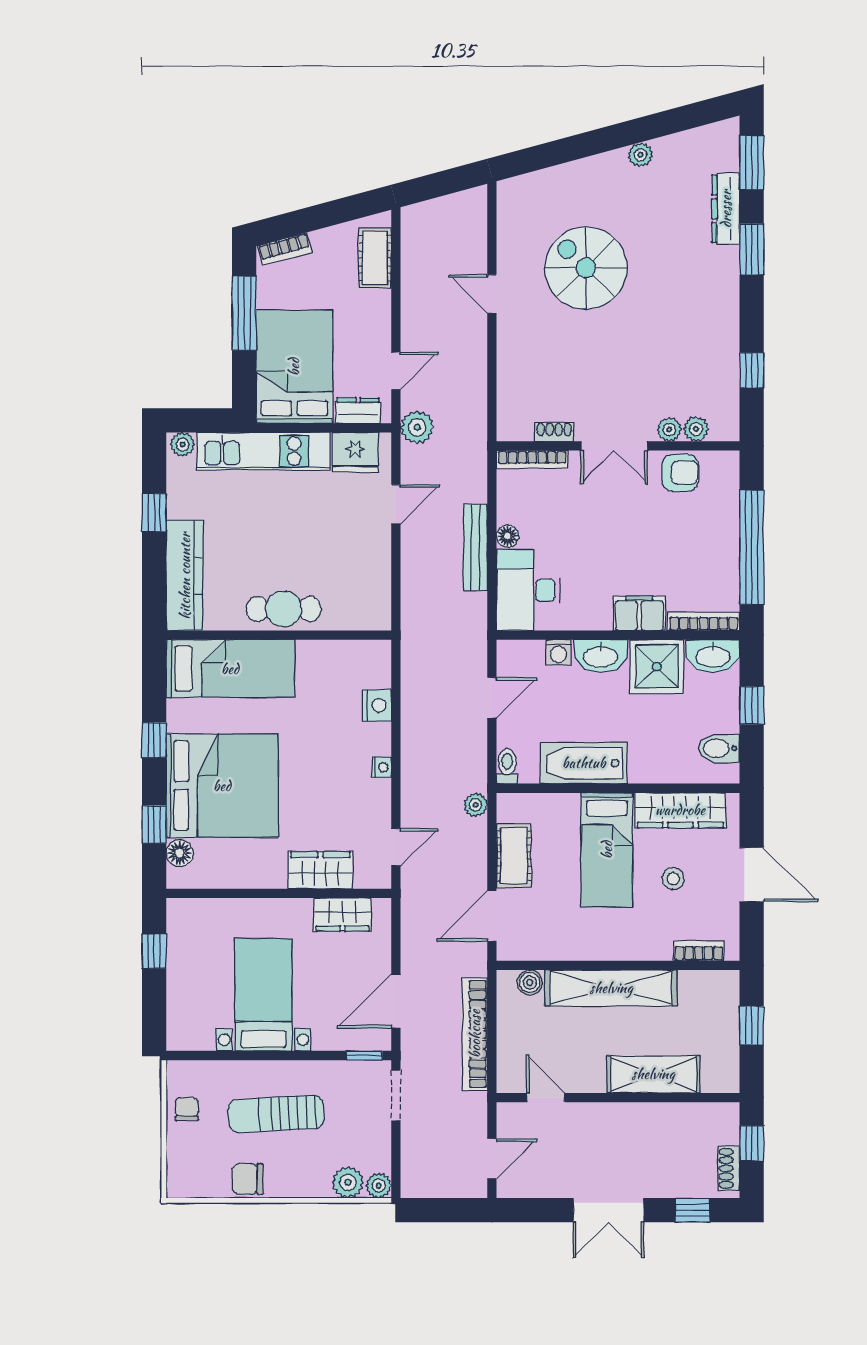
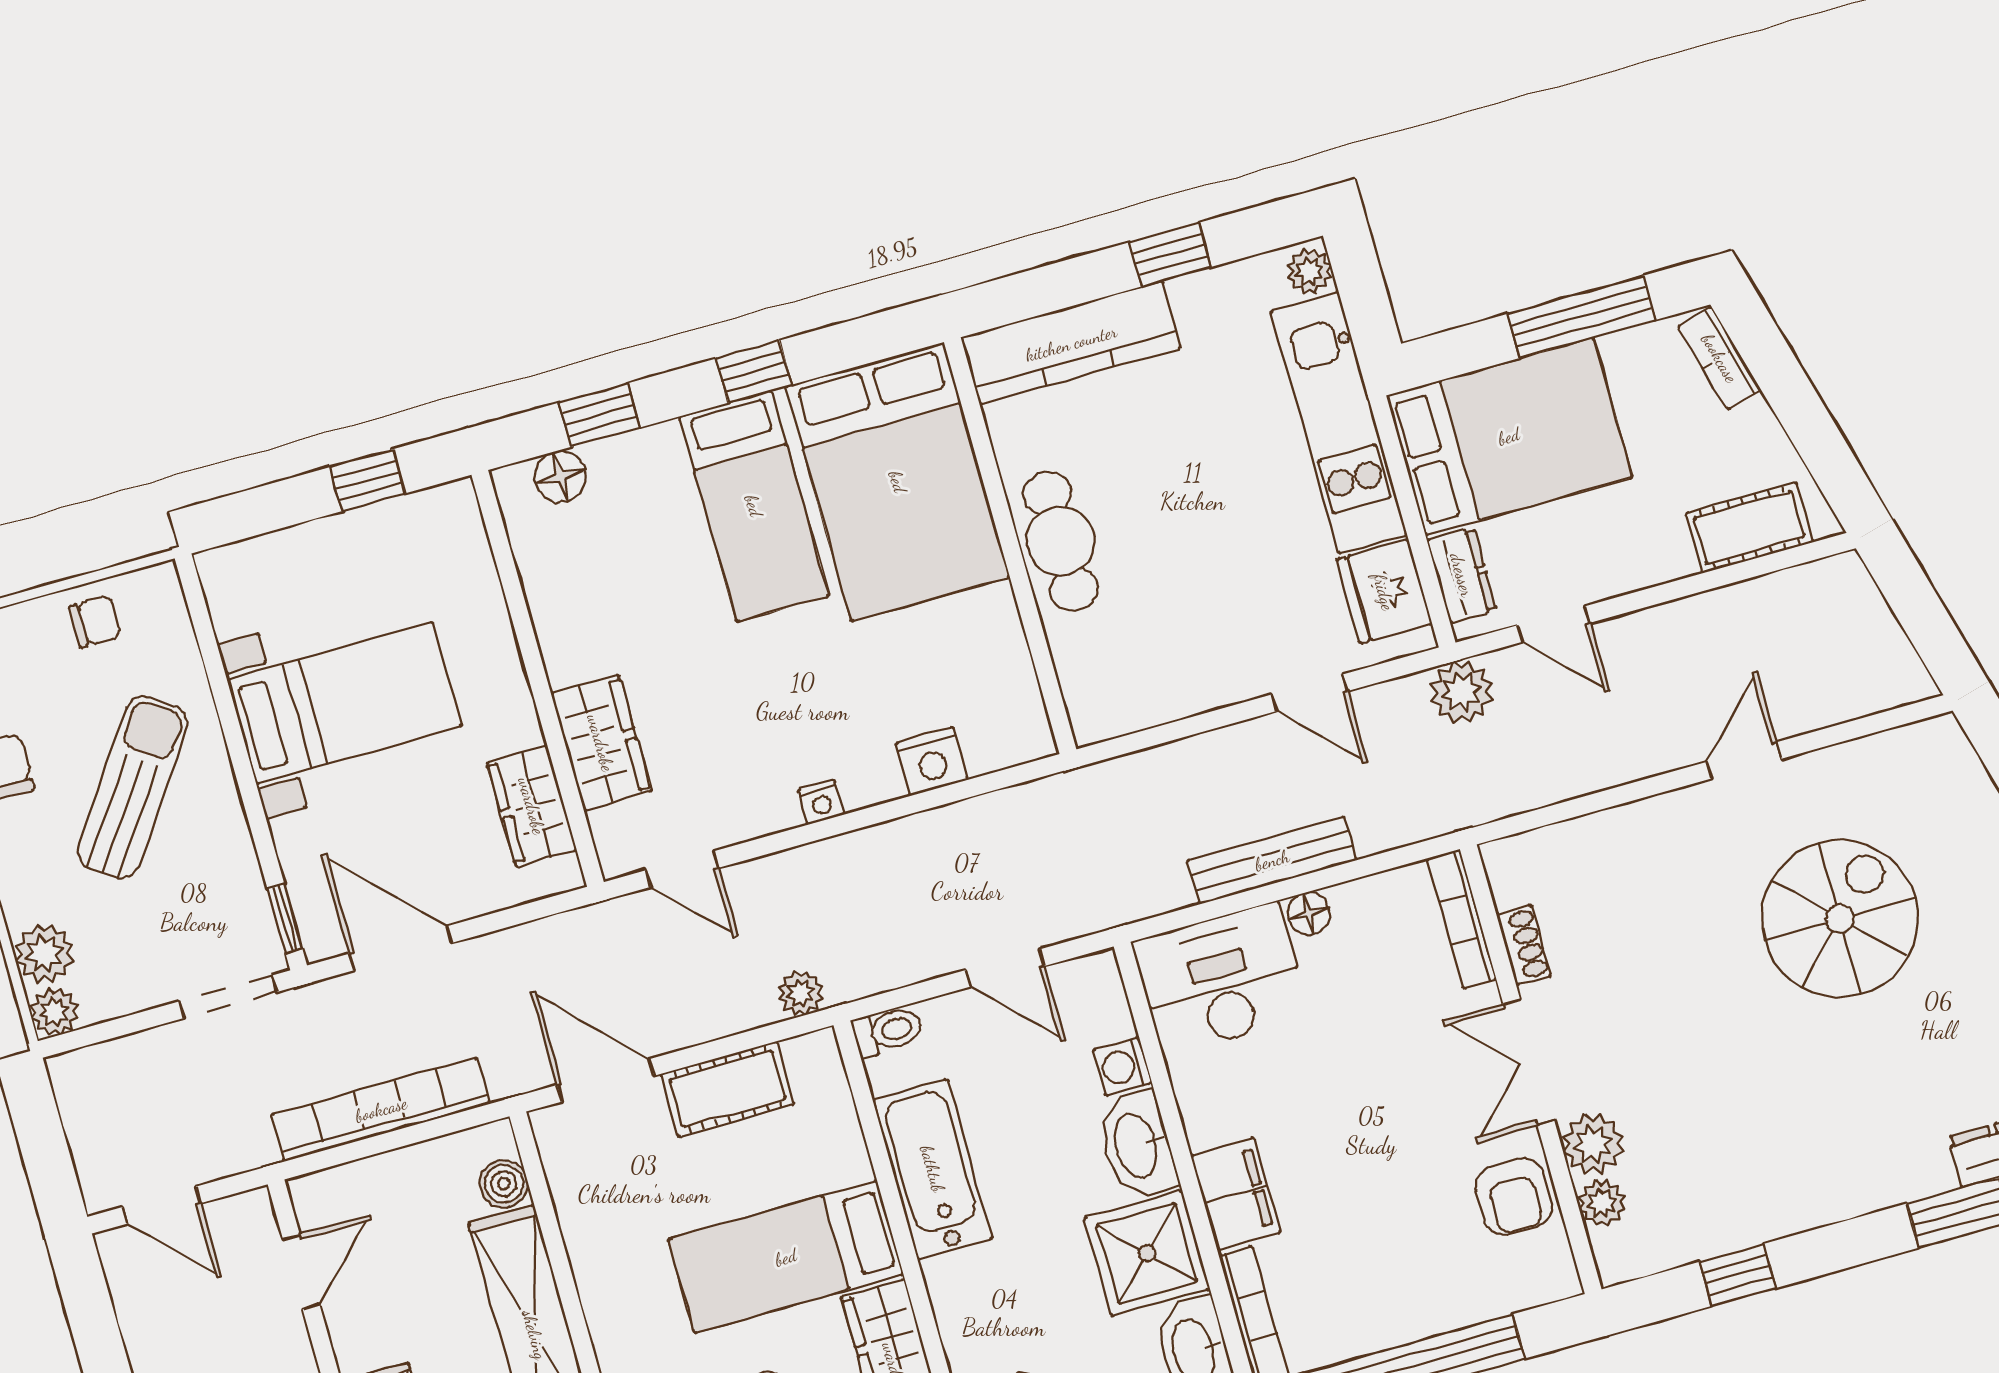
plant: (669, 430) -> (1593, 1144), width x1.38, depth x1.38
bed: (230, 669) -> (898, 482), width x1.50
bed: (222, 786) -> (754, 506), width x0.49
sun lounger: (276, 1114) -> (133, 787), turned 38

